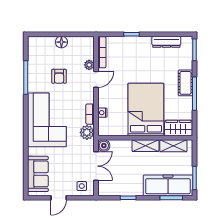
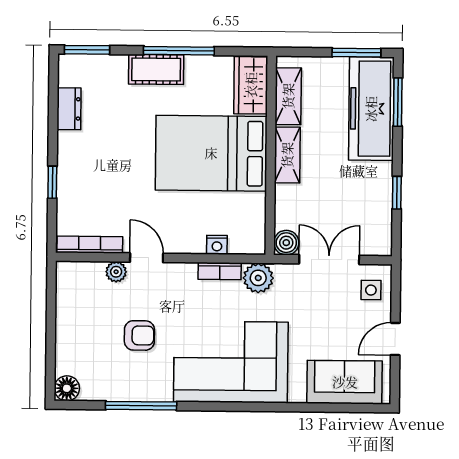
floor lamp: (61, 42) -> (67, 388), moved
dresser: (166, 42) -> (69, 109), width x0.70
door: (59, 198) -> (395, 339), swing flipped

